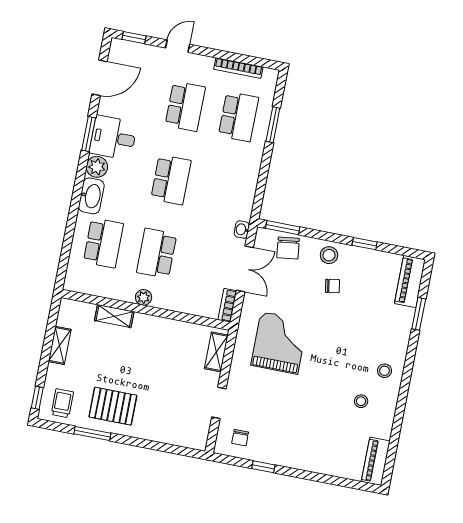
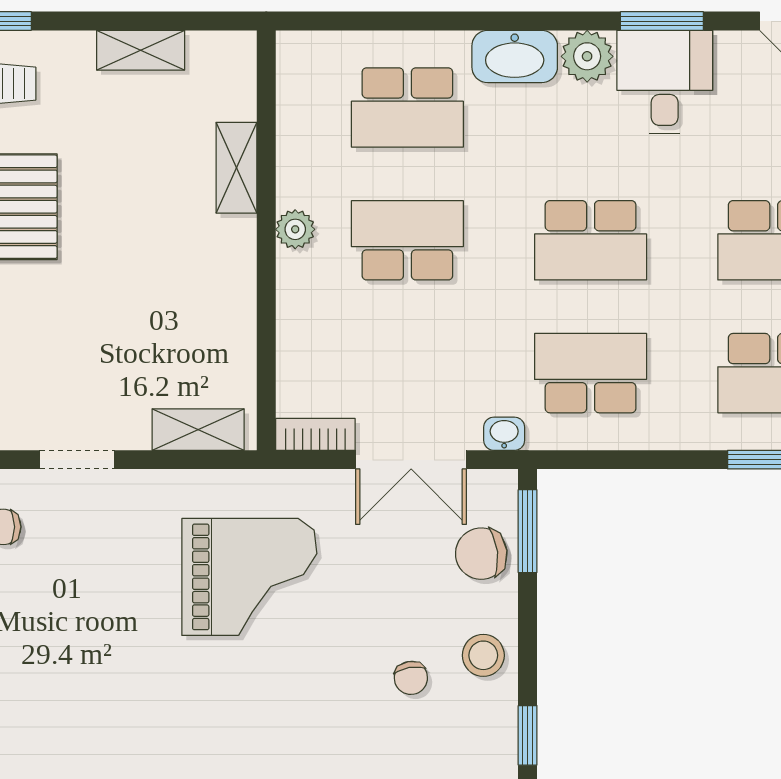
school desk: (224, 190) -> (591, 373), added

